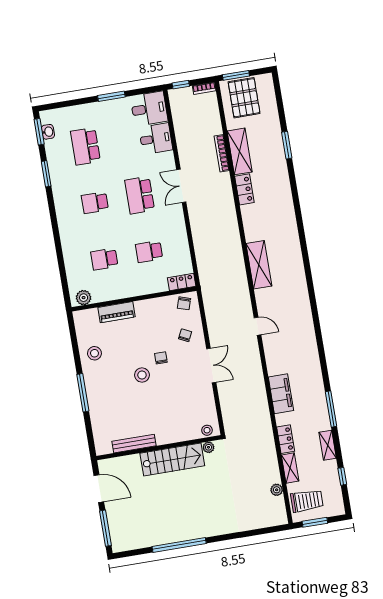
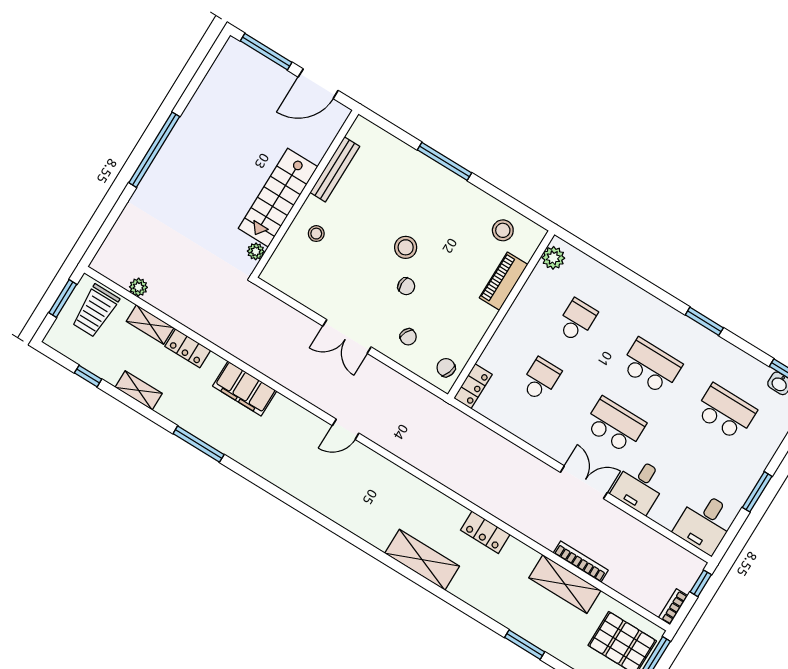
desk: (156, 139) -> (639, 486), moved
window: (46, 174) -> (704, 321), moved
locker: (244, 189) -> (485, 532), moved
school desk: (95, 203) -> (651, 366), width x1.85
shelving: (259, 265) -> (422, 560), moved
stool: (94, 353) -> (503, 230), moved
window: (331, 409) -> (199, 444), moved
stool: (207, 430) -> (316, 234), moved
window: (179, 545) -> (154, 150), moved

